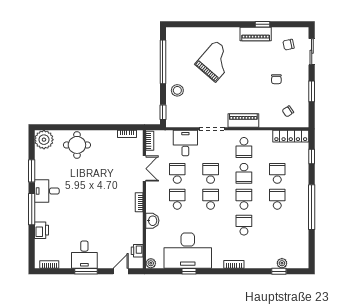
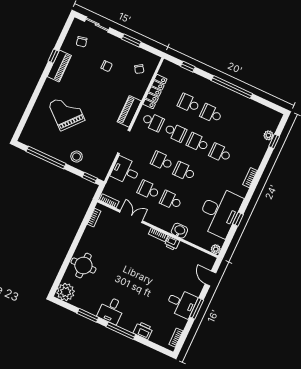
locker: (291, 136) -> (155, 92), moved
printer: (137, 251) -> (172, 243), moved

